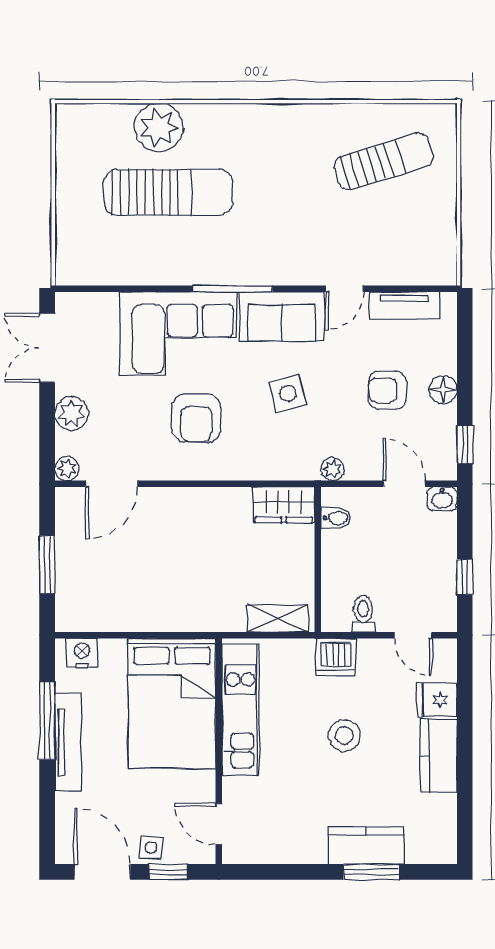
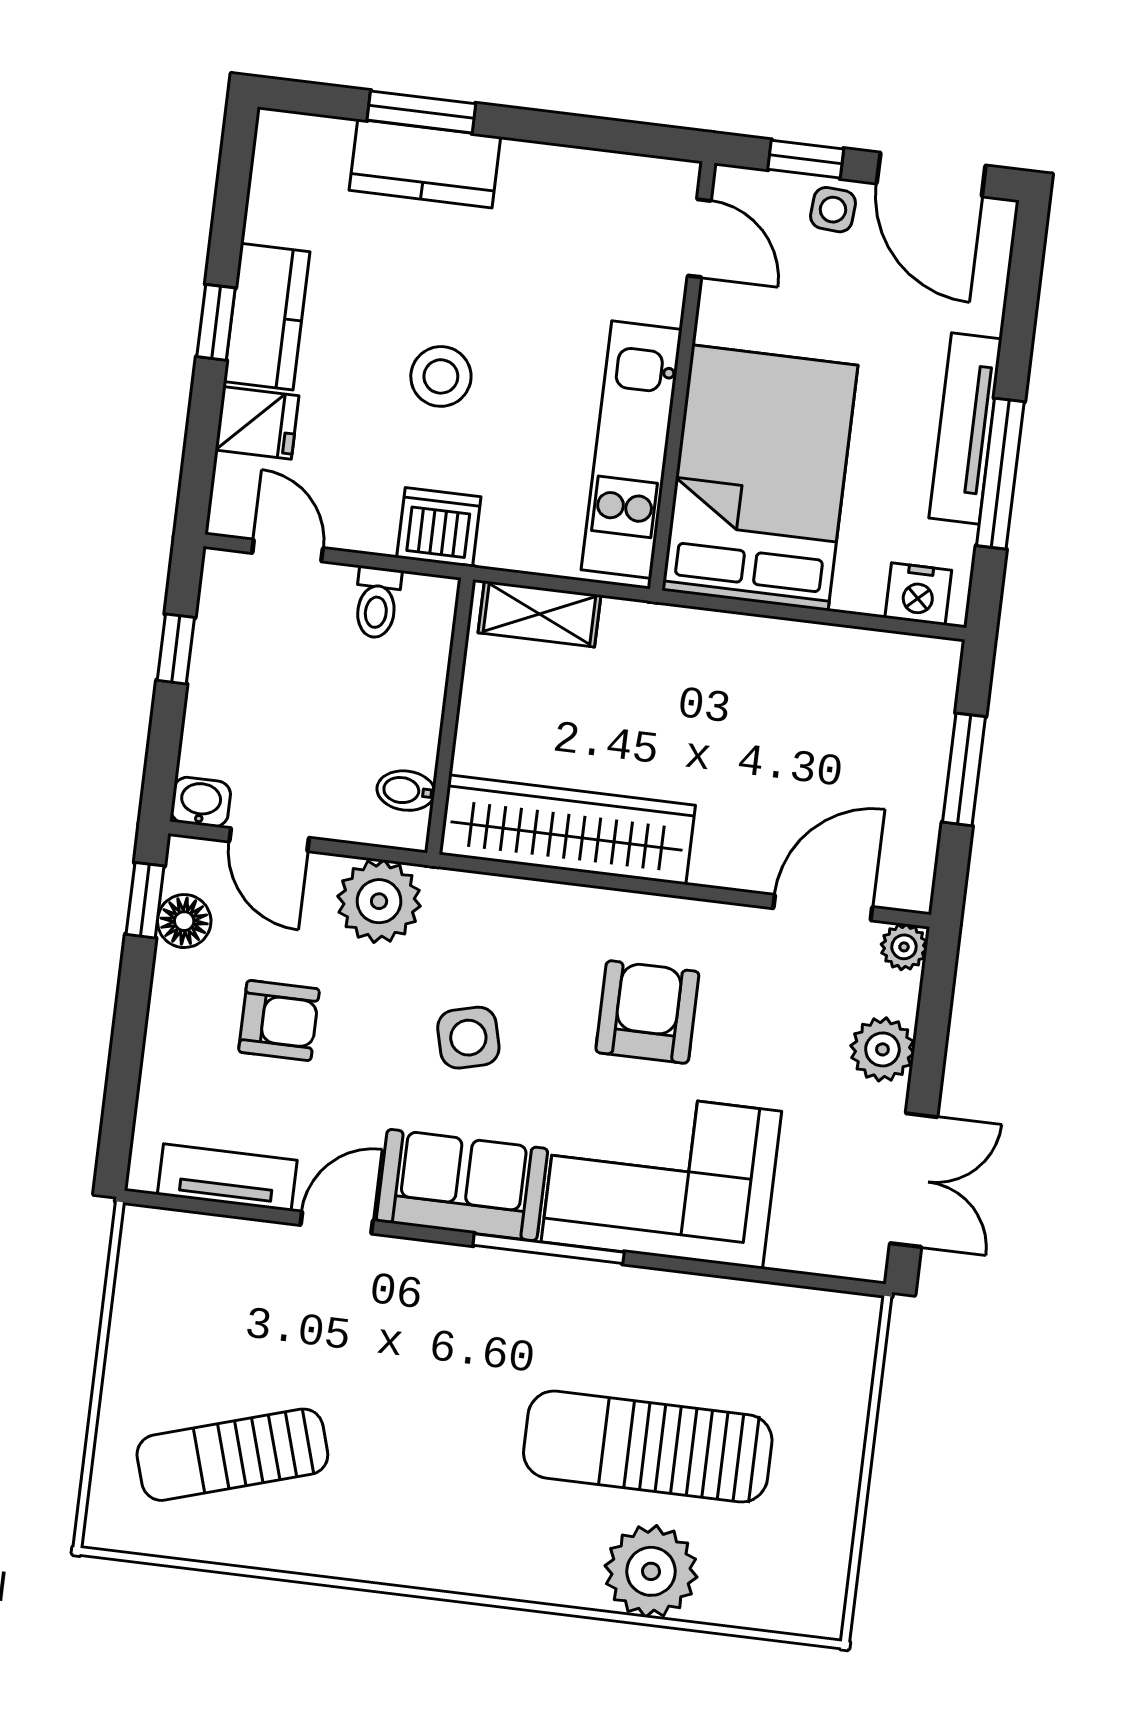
floor lamp: (443, 390) -> (184, 921), moved
plant: (333, 469) -> (379, 901), width x1.87, depth x1.87
wardrobe: (284, 505) -> (567, 830), width x2.10, depth x1.17
window: (465, 749) -> (216, 322), added

